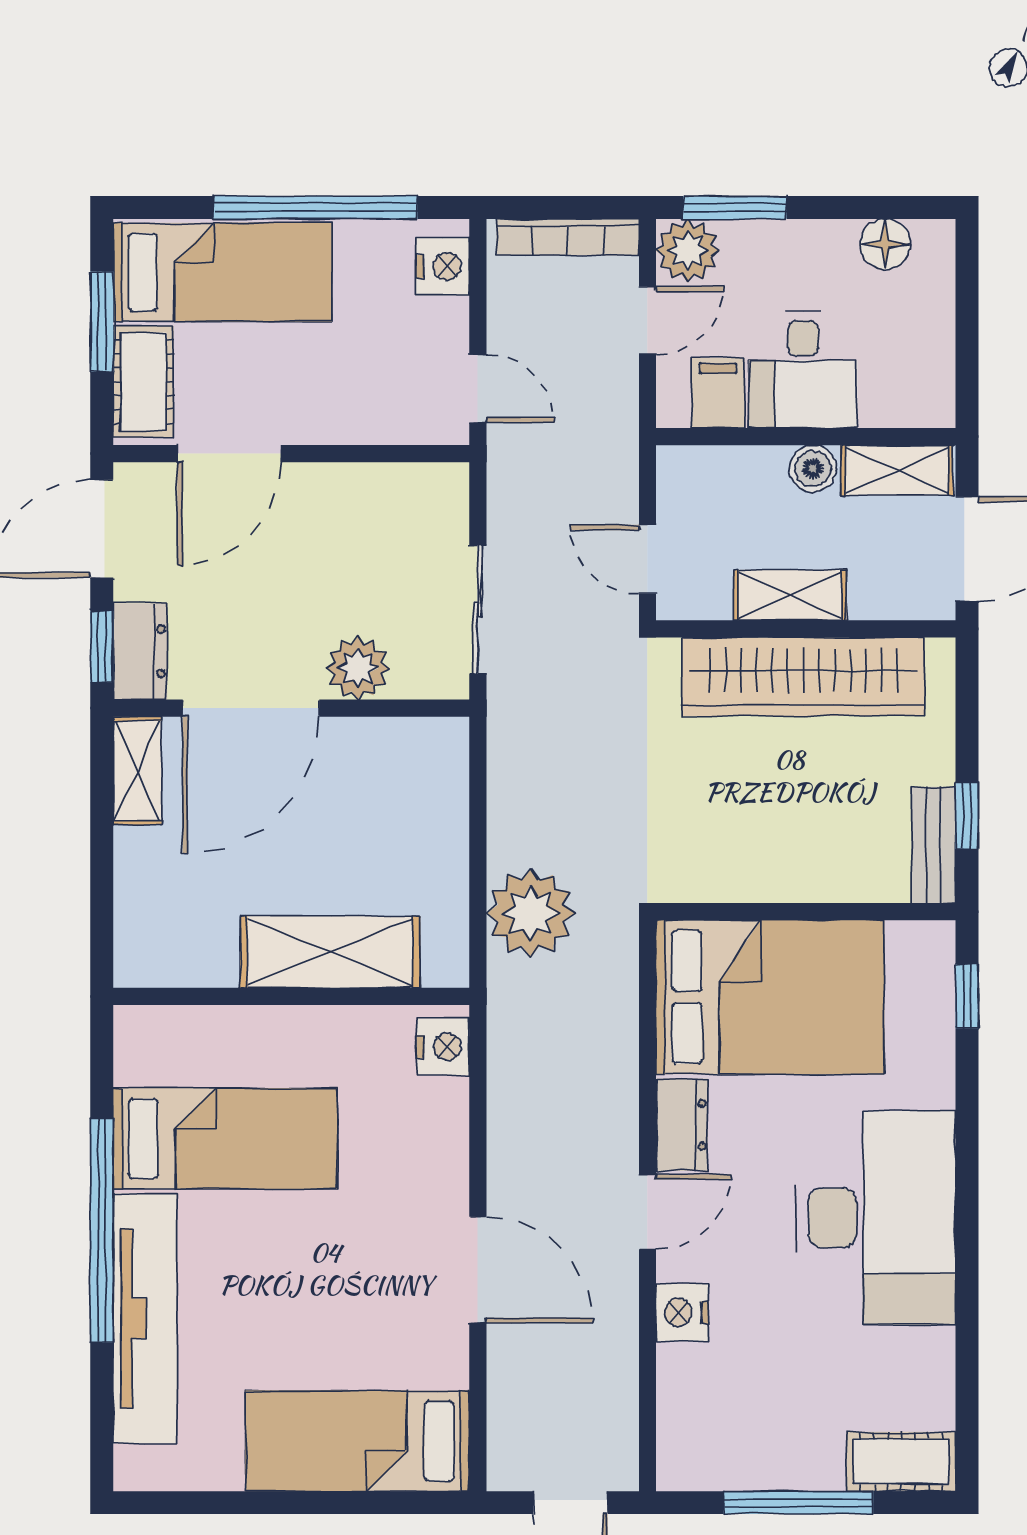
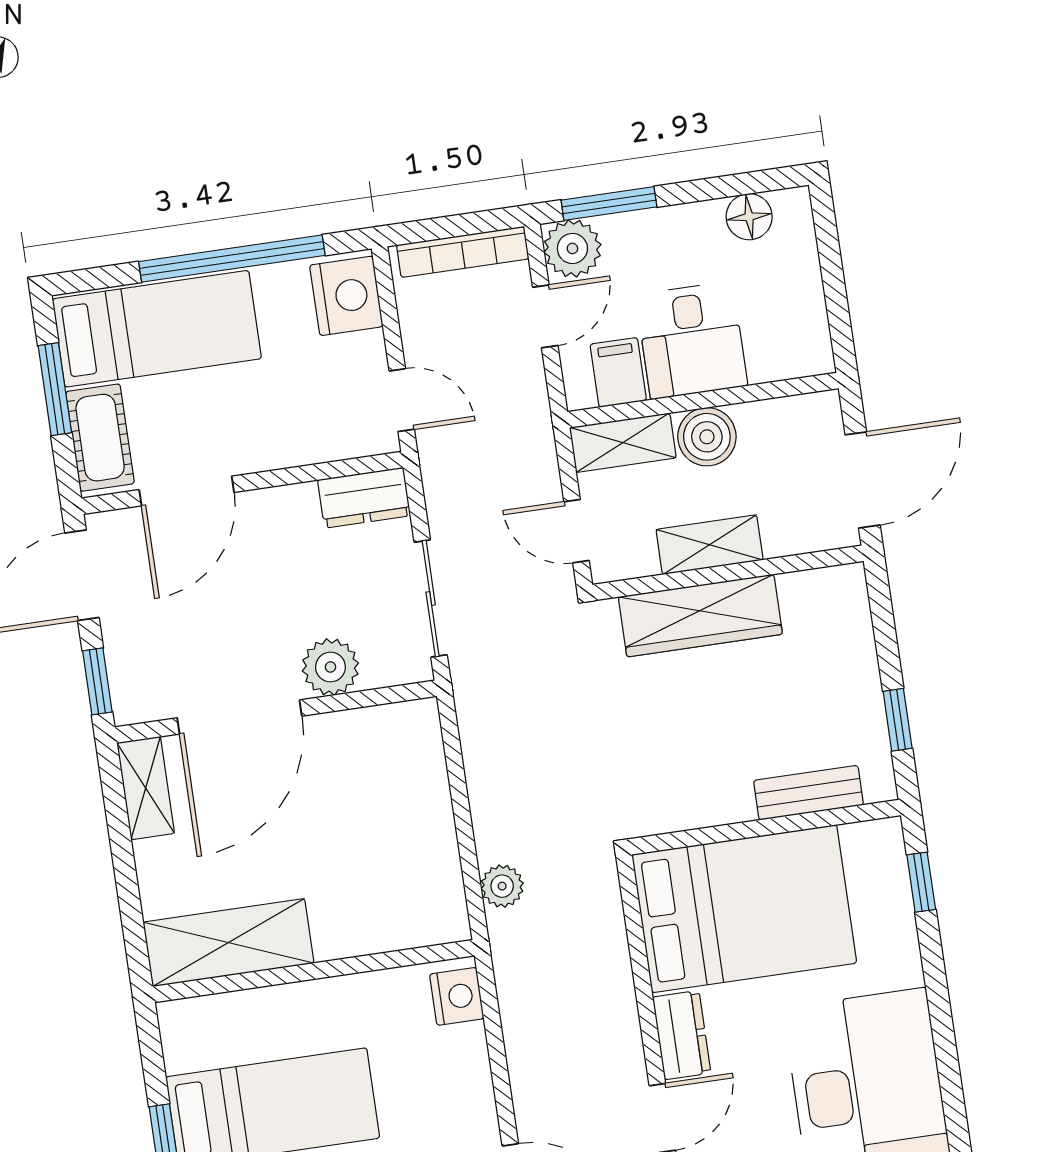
nightstand: (443, 266) -> (346, 296), width x1.36, depth x1.33
boiler: (813, 469) -> (707, 437), width x1.36, depth x1.36
shelving: (897, 470) -> (623, 443), moved
dresser: (140, 652) -> (364, 498), moved, turned 90
wardrobe: (803, 677) -> (700, 616), width x0.71, depth x0.85
bench: (934, 845) -> (808, 793), moved, turned 90
plant: (531, 913) -> (502, 886), width x0.53, depth x0.53
shelving: (330, 952) -> (228, 943), moved

